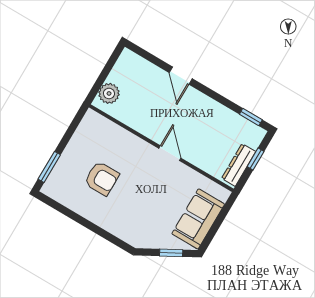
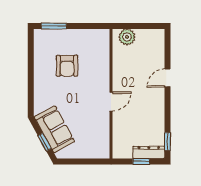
dresser: (239, 165) -> (149, 152), moved
sofa: (198, 219) -> (54, 129), moved, turned 61

